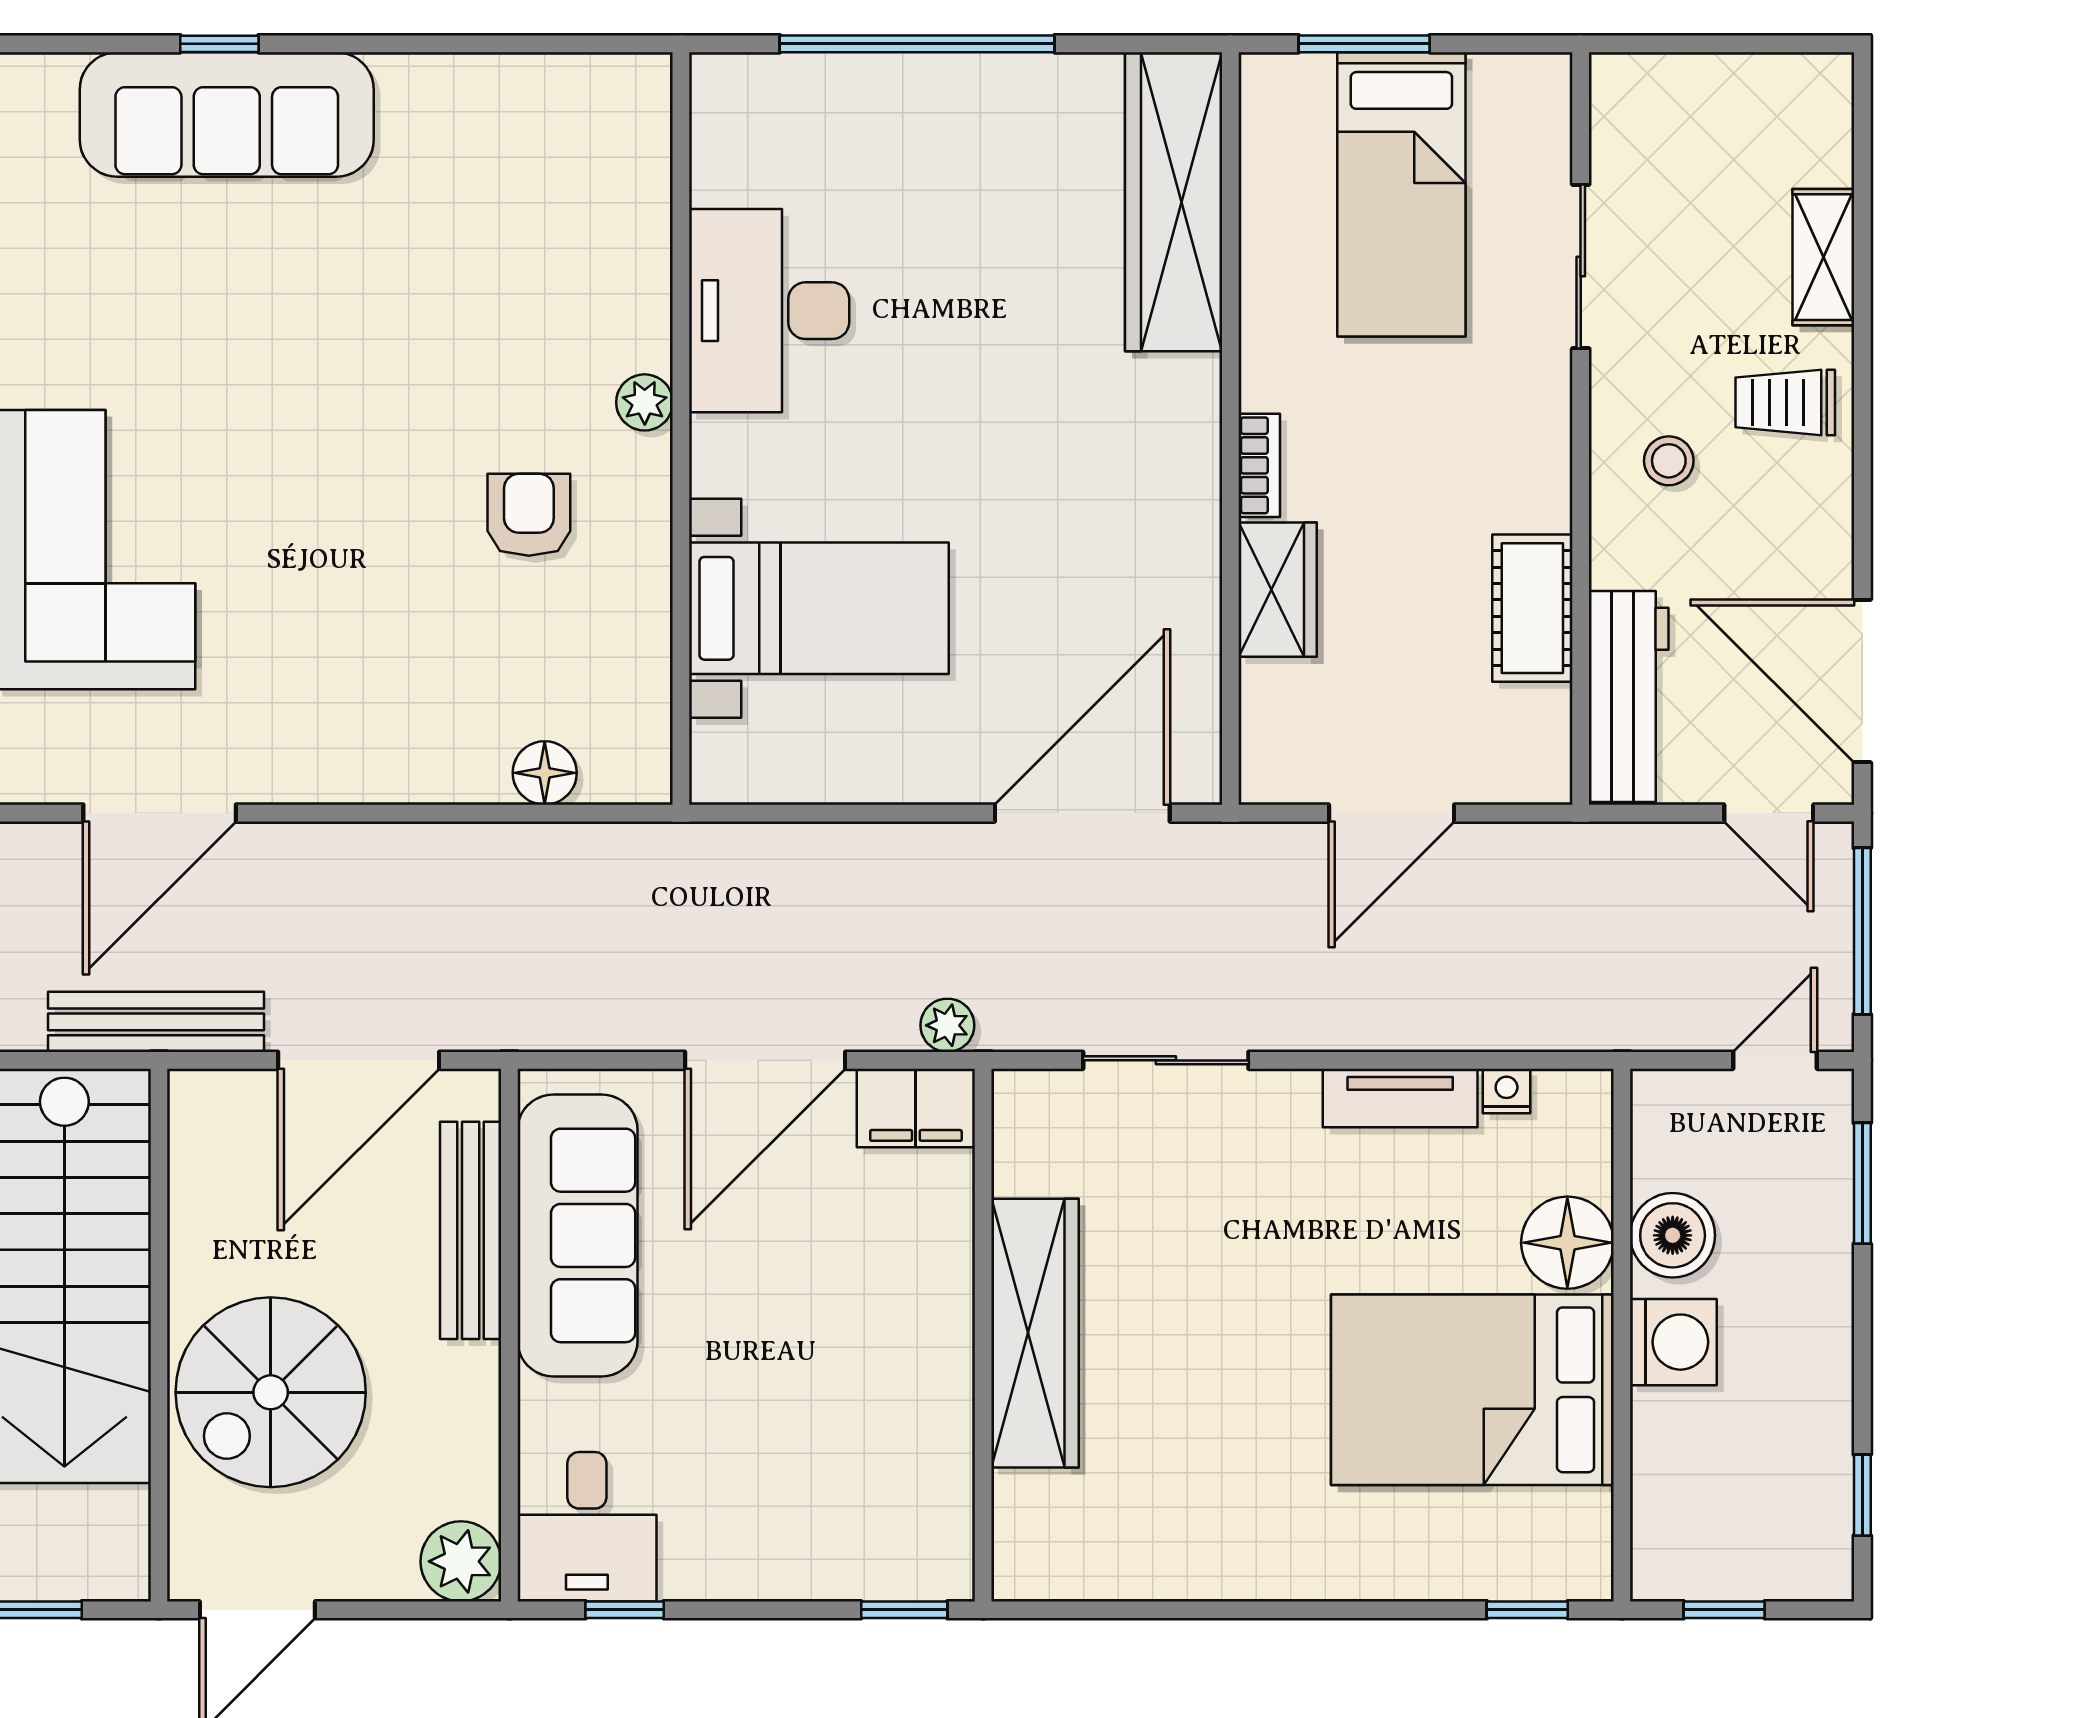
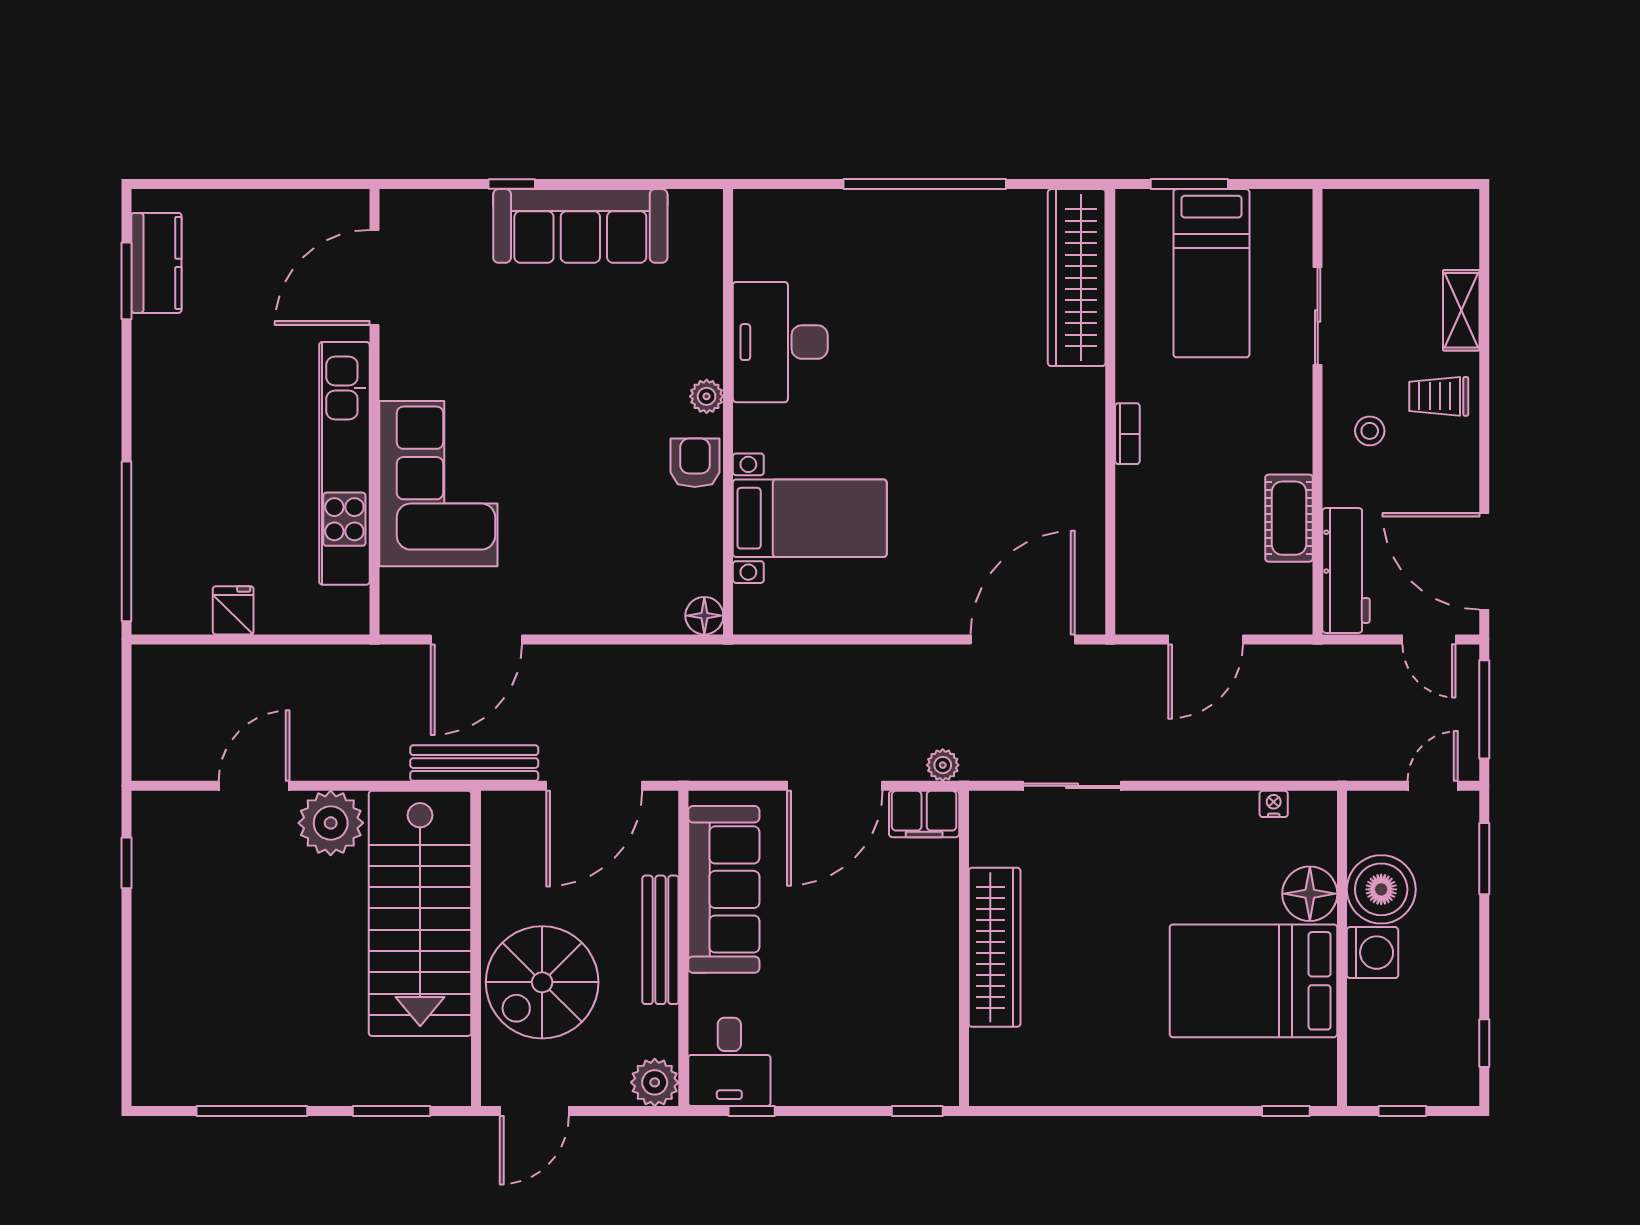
sofa: (227, 114) -> (580, 226), moved
desk: (769, 311) -> (780, 342), moved
plant: (645, 402) -> (707, 396), moved
wall: (681, 428) -> (728, 412), moved
wardrobe: (1278, 590) -> (1138, 507), removed
bed with nightstands: (819, 608) -> (810, 518), moved
tv unit: (1400, 1098) -> (1211, 808), removed
bench: (471, 1230) -> (660, 940), moved
boiler: (1673, 1235) -> (1381, 889), width x1.37, depth x1.37

